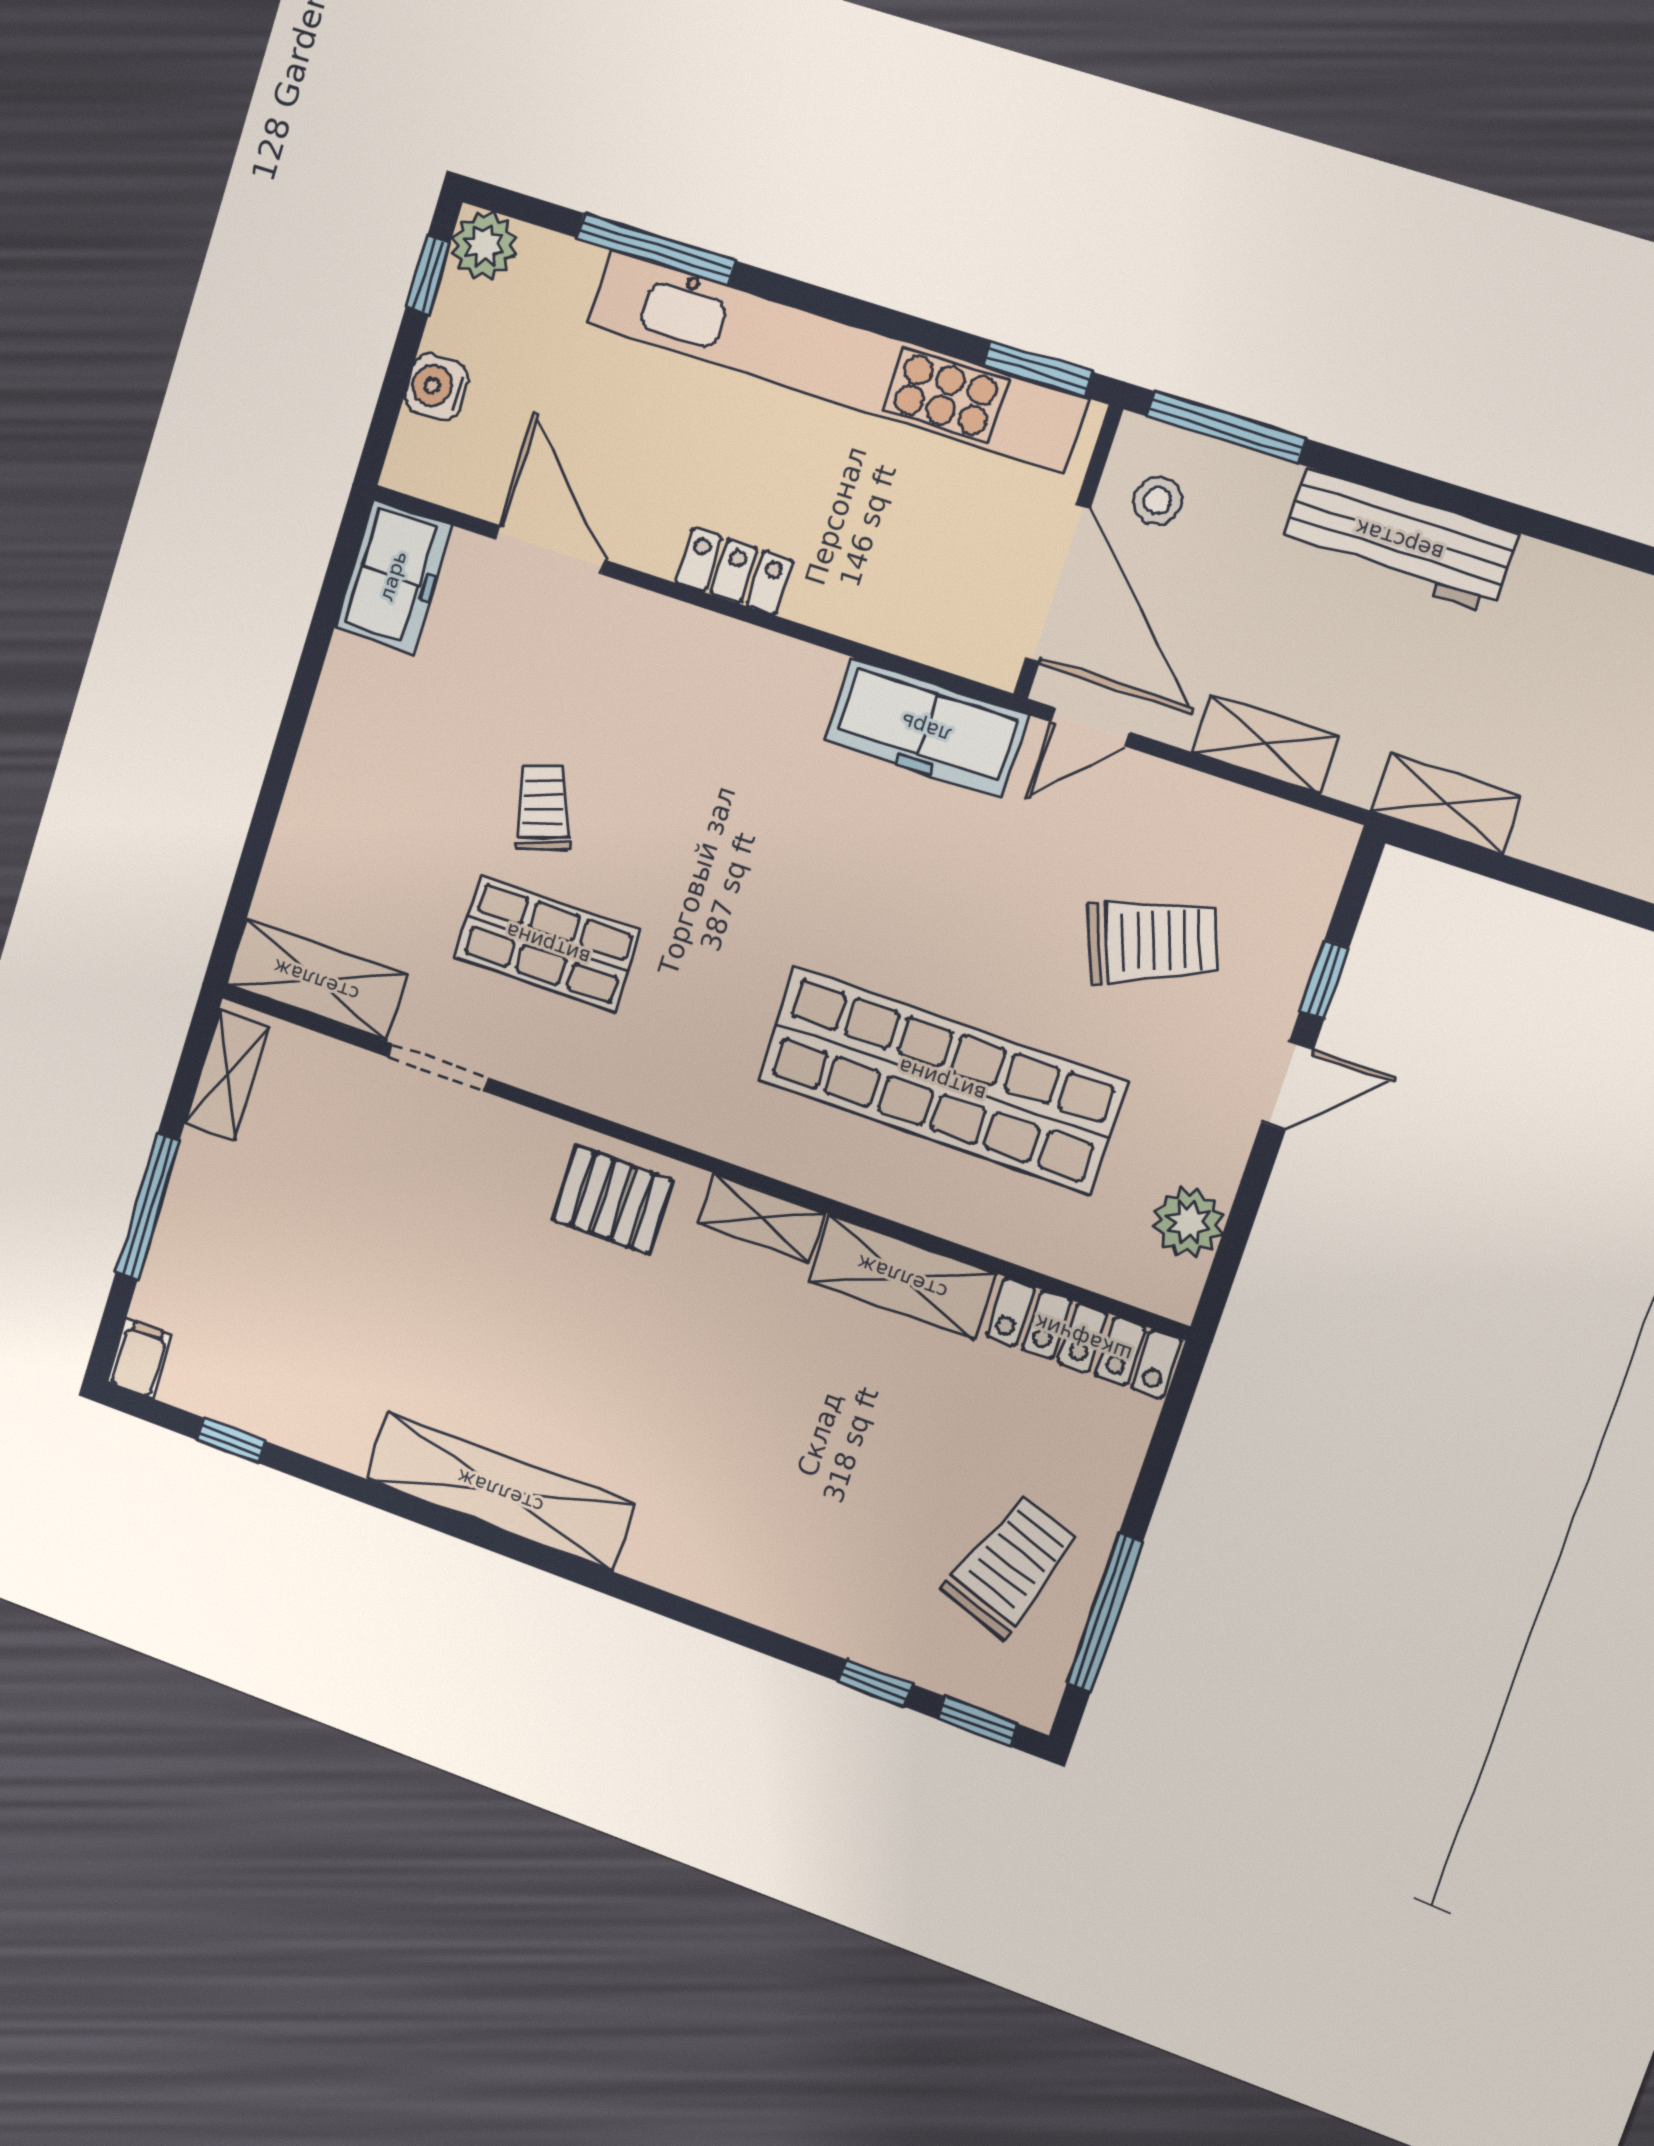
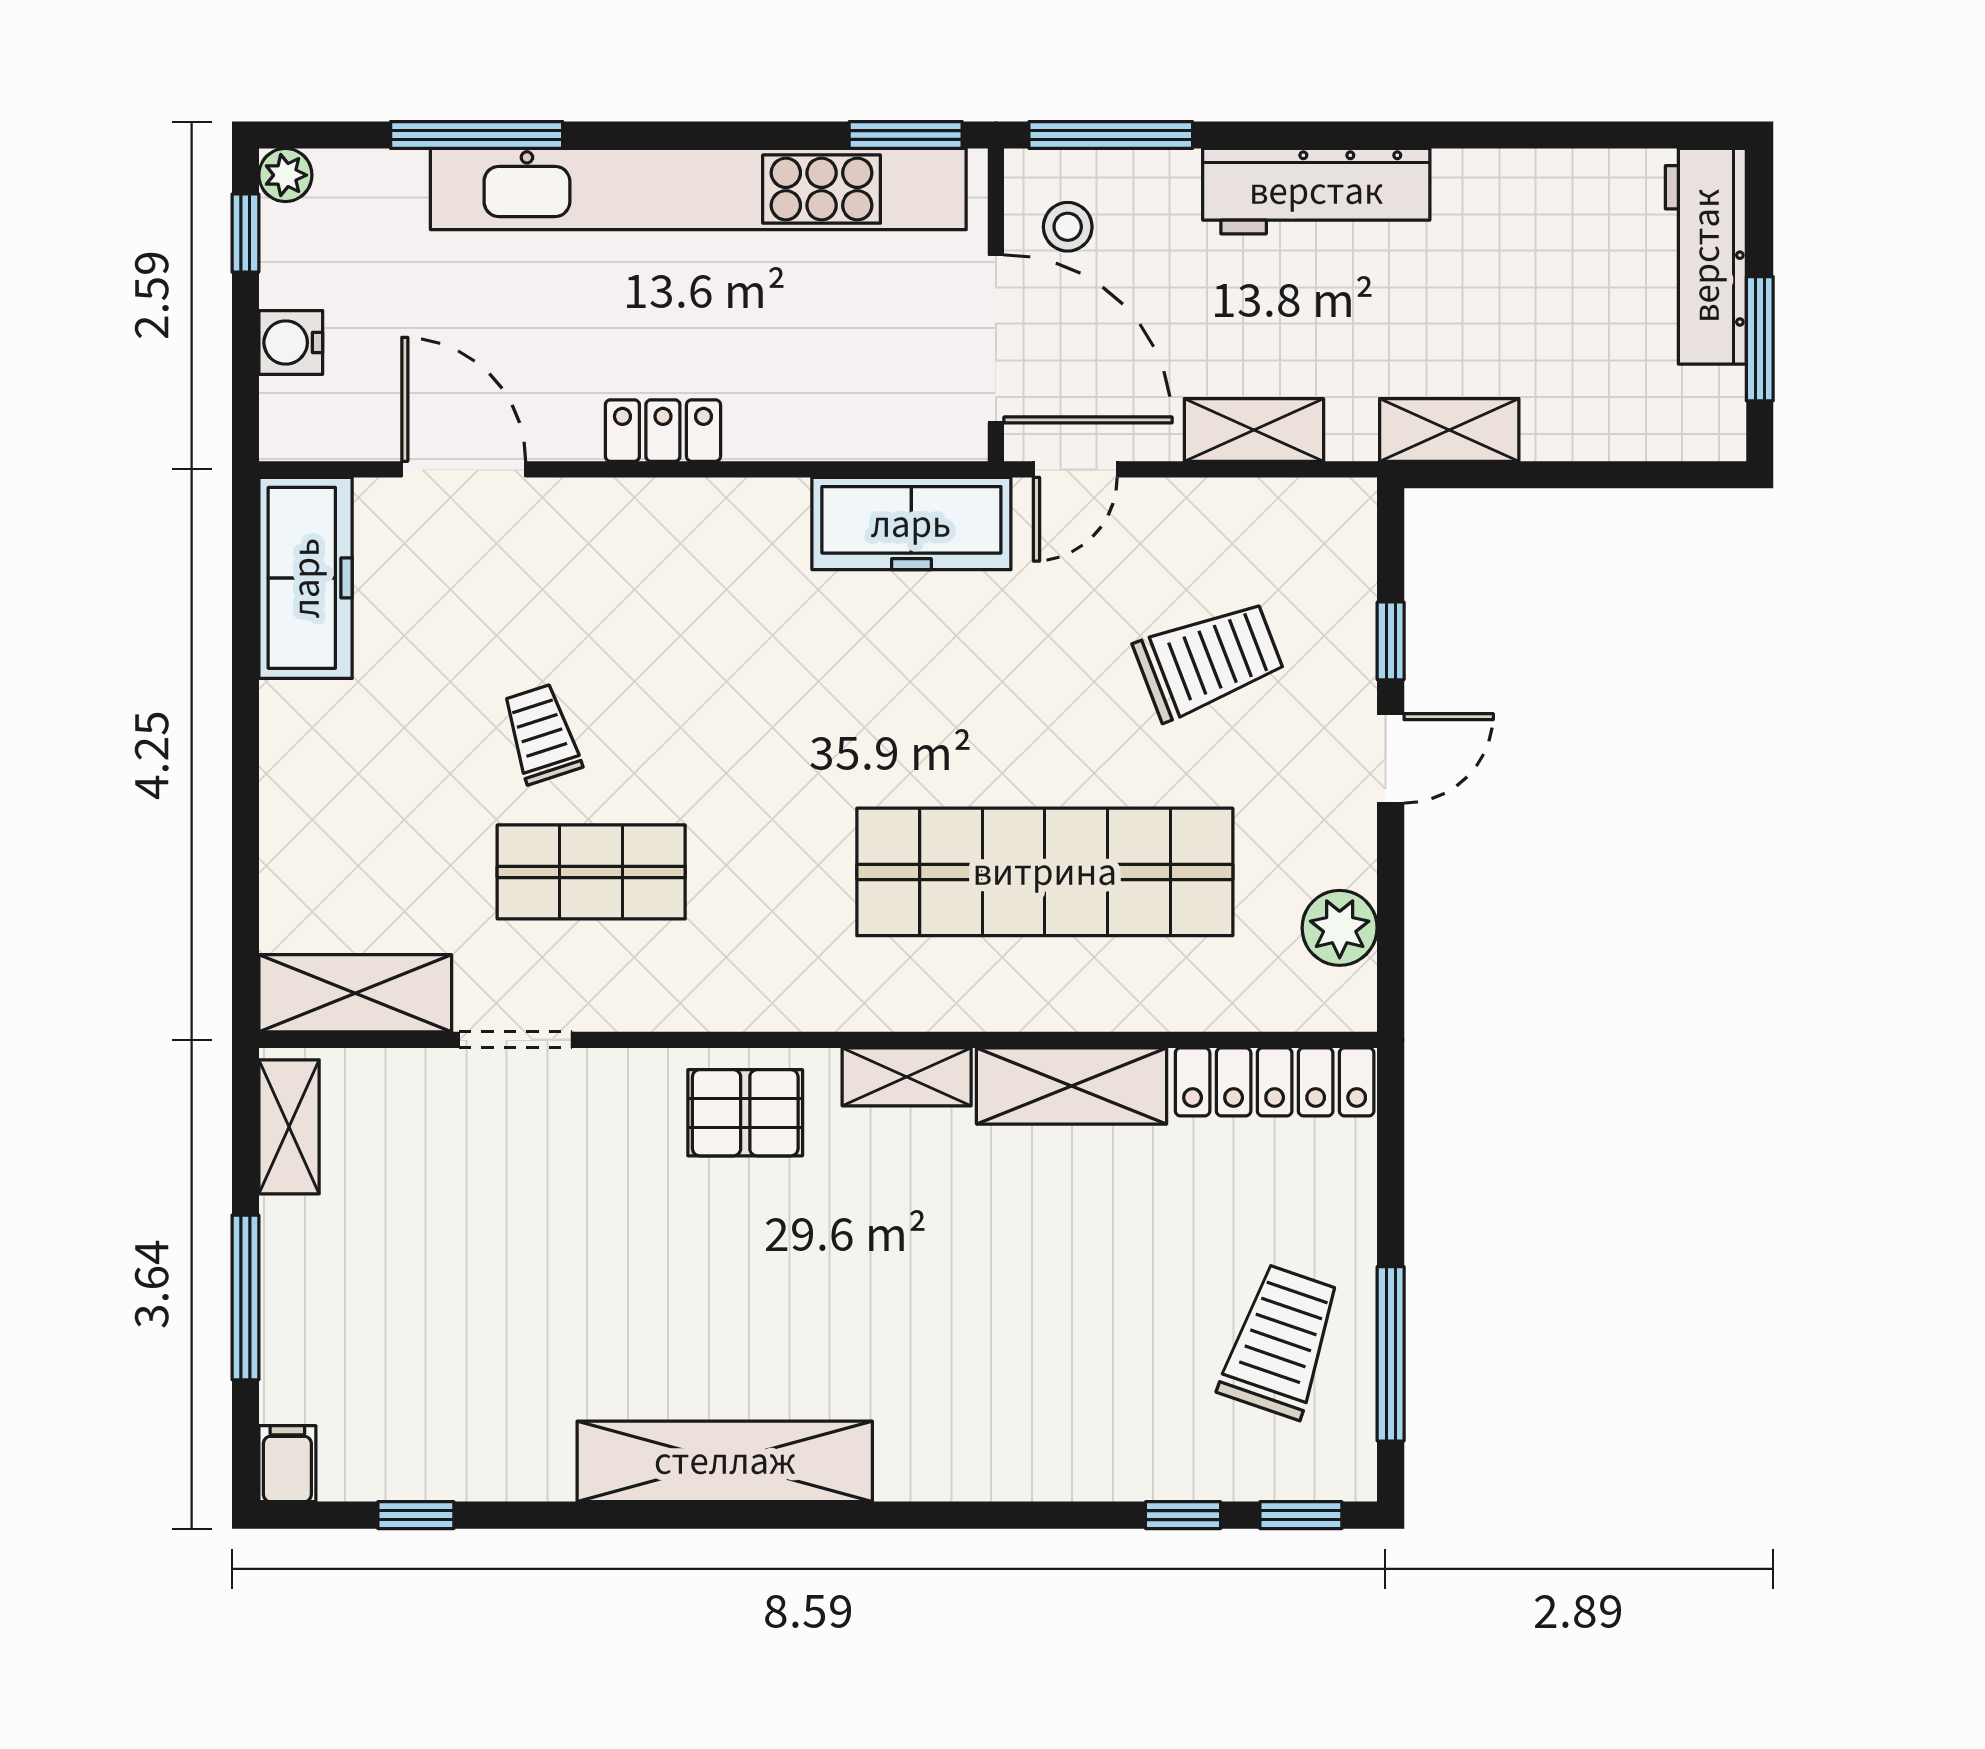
plant: (484, 245) -> (285, 175), width x0.73, depth x0.73
freezer: (393, 576) -> (306, 578), width x1.40

